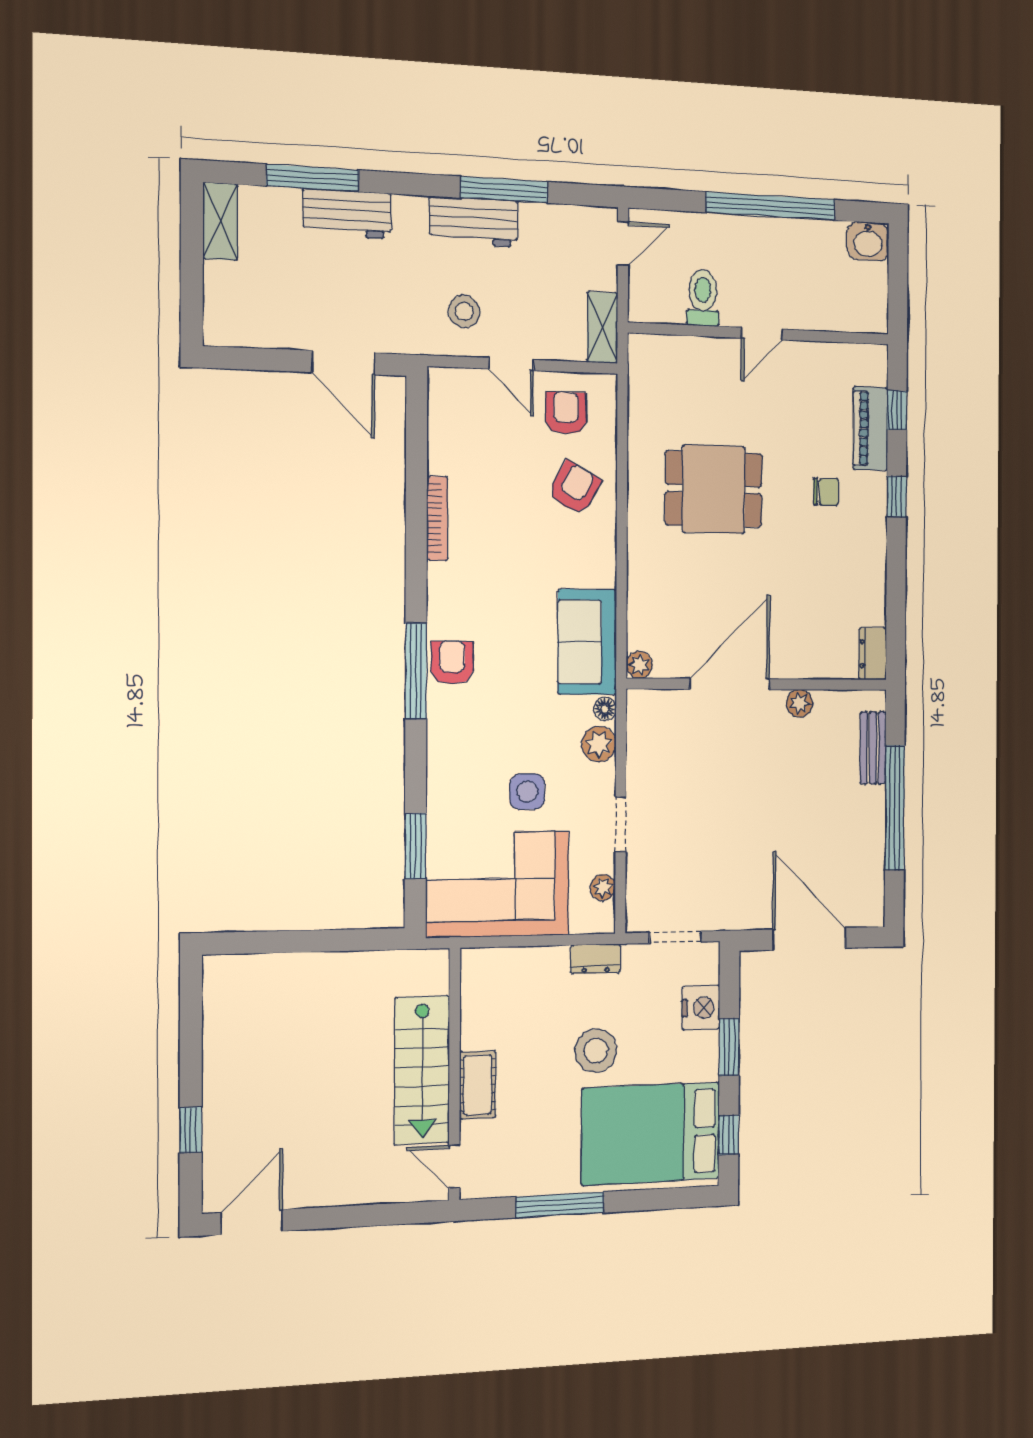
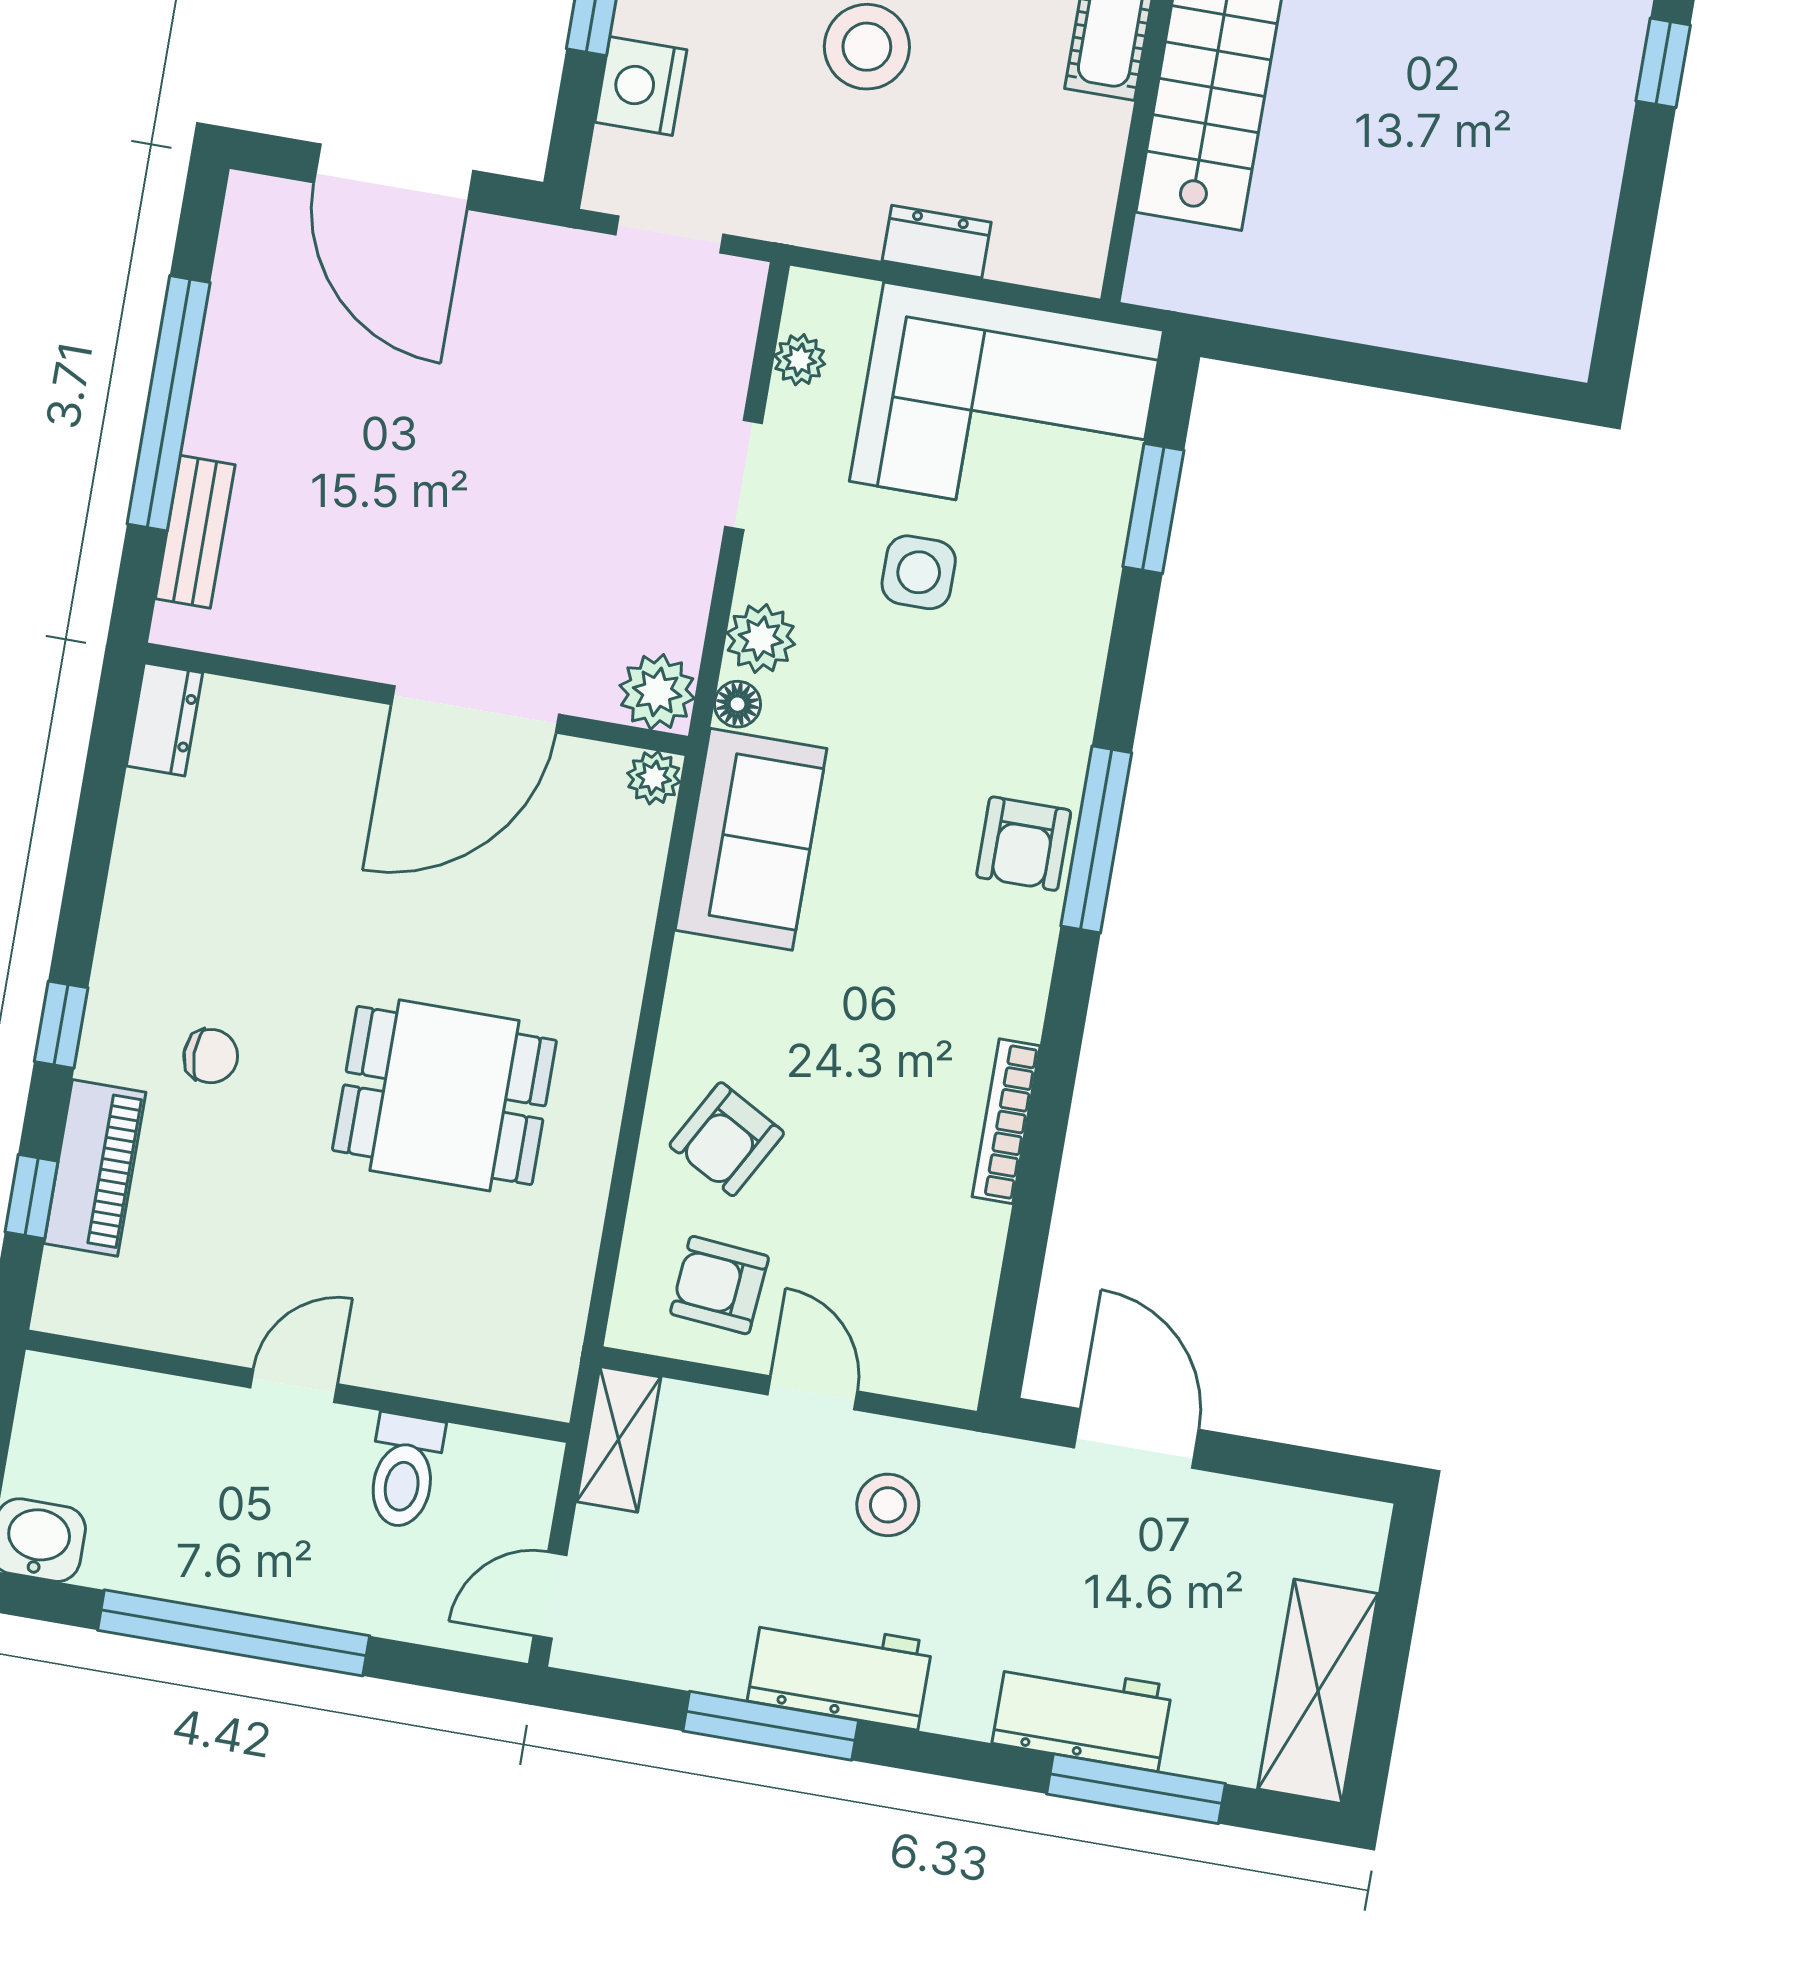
shelving: (220, 221) -> (1318, 1691), width x1.50, depth x1.33
armchair: (566, 413) -> (720, 1285), turned 95
chair: (826, 492) -> (211, 1056), turned 180
plant: (800, 703) -> (657, 692), moved, width x1.38, depth x1.38
dresser: (596, 959) -> (937, 242), moved

